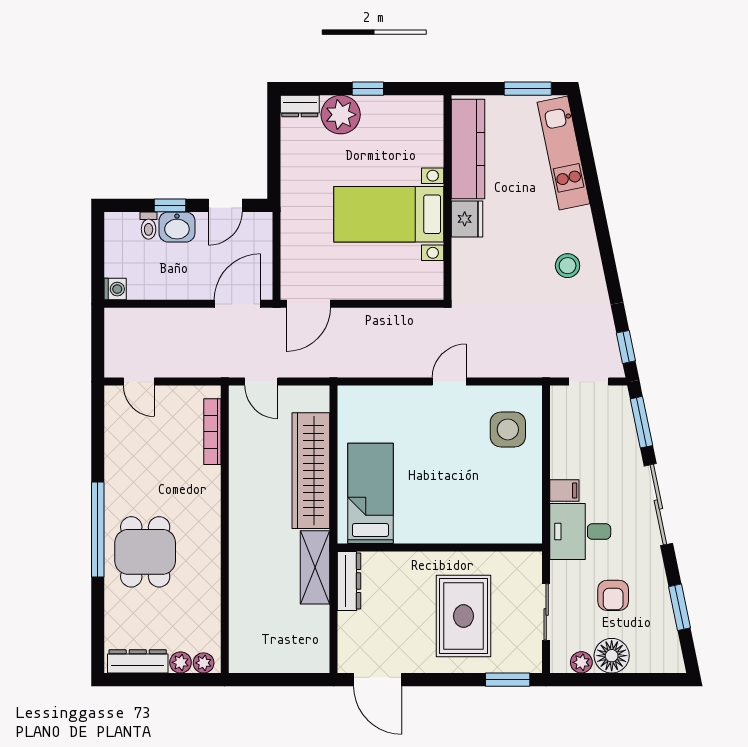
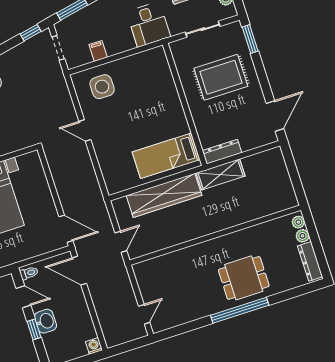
toilet: (149, 226) -> (29, 273), moved
bookcase: (212, 432) -> (160, 261), removed
filing cabinet: (564, 491) -> (98, 51), moved

